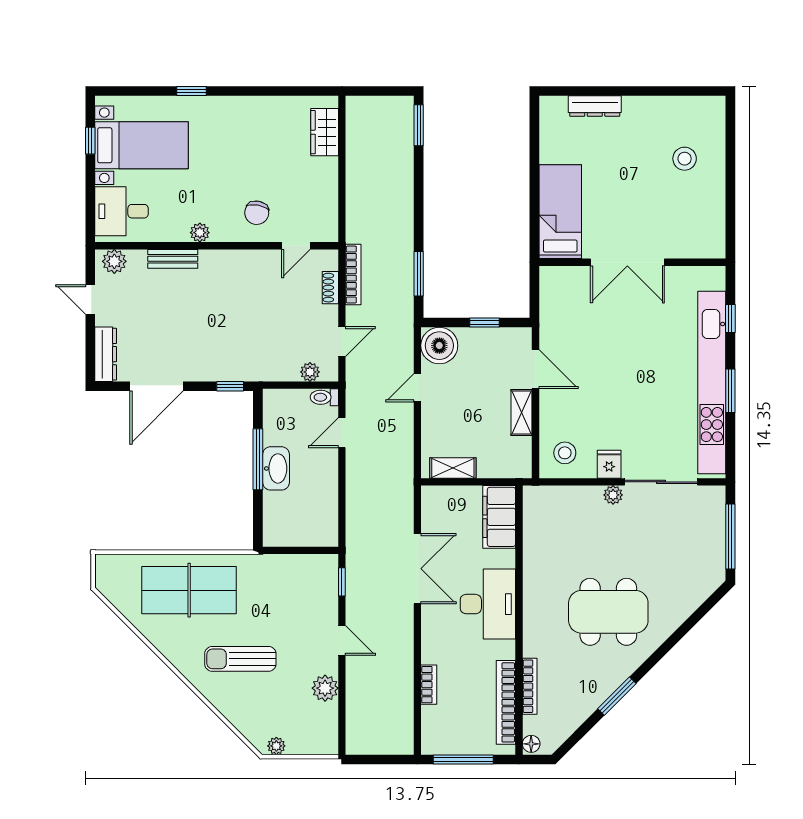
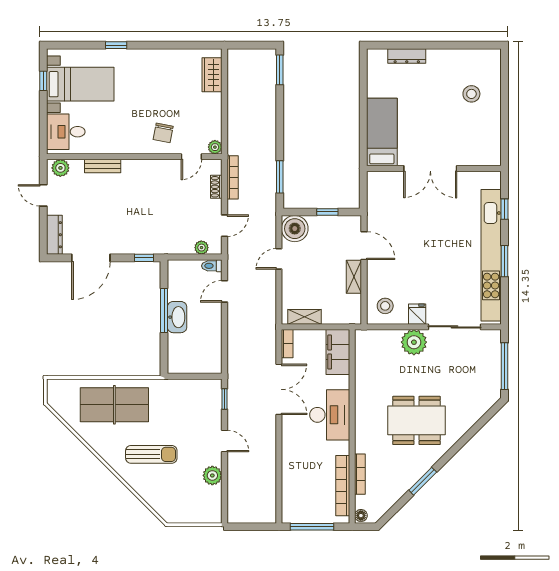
plant: (200, 233) -> (215, 147), moved
plant: (613, 495) -> (414, 342), width x1.87, depth x1.87
sun lounger: (240, 659) -> (151, 454), turned 180
bookcase: (429, 685) -> (287, 344), moved
plant: (276, 746) -> (177, 517), removed

